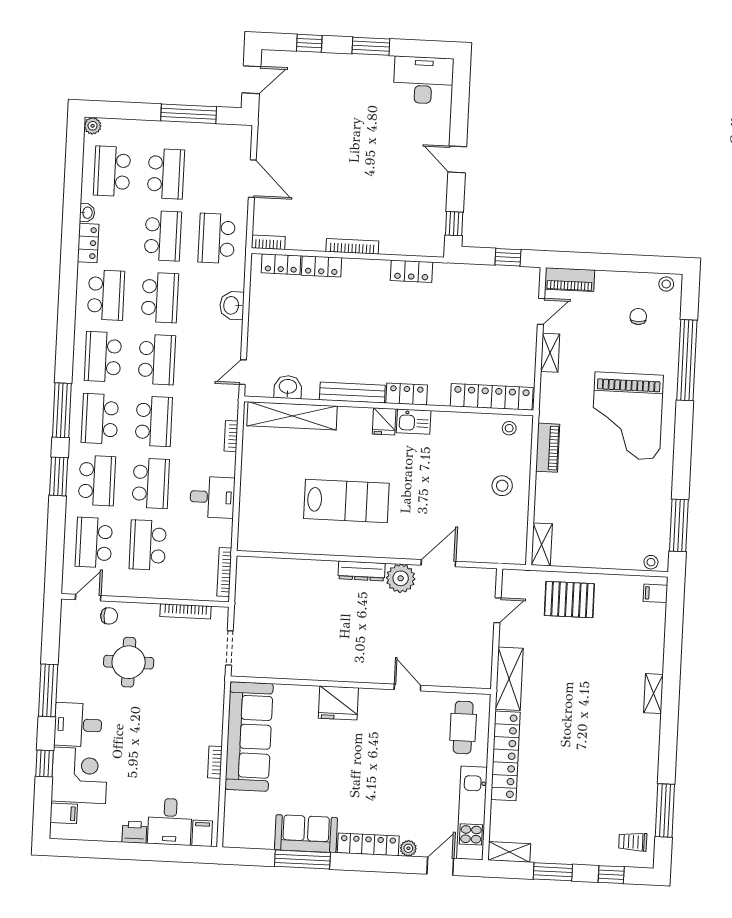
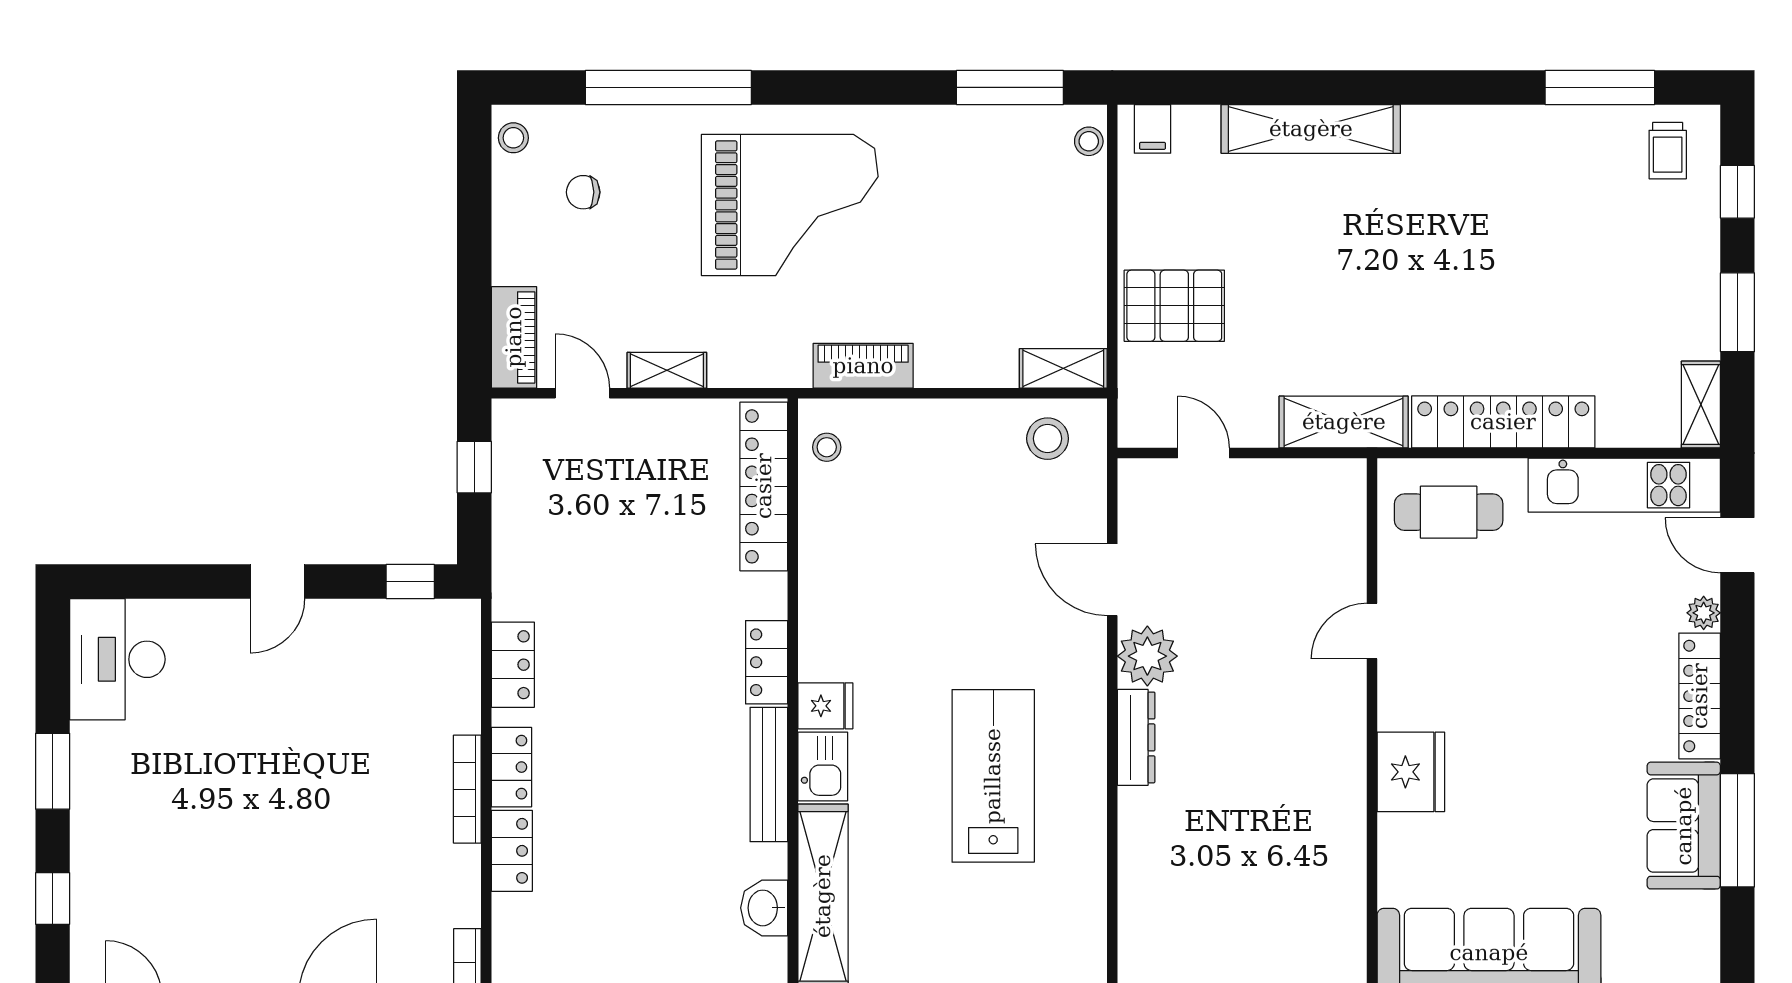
locker: (281, 264) -> (511, 767), moved
kitchen sink: (414, 422) -> (823, 767), moved
stool: (502, 486) -> (1048, 439), moved
pallet: (569, 600) -> (1174, 306), turned 90
shelving: (653, 694) -> (1311, 129), width x2.20, depth x1.33

